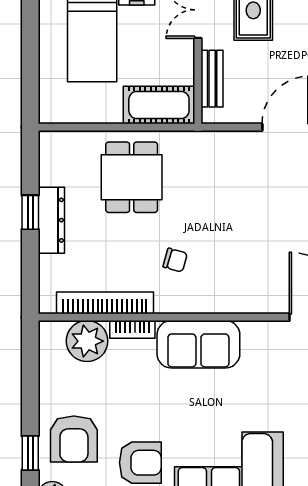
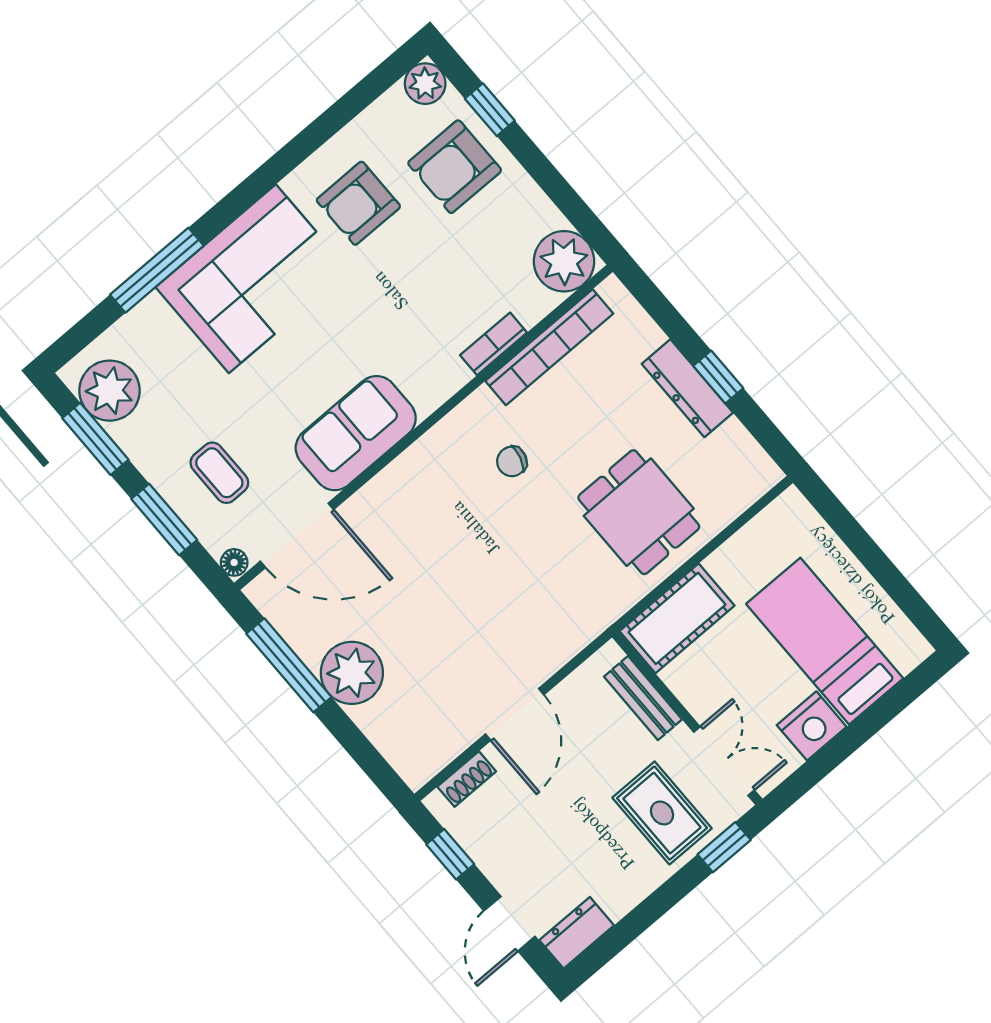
plant: (87, 341) -> (564, 261), moved
sofa: (198, 344) -> (356, 433), moved
armchair: (74, 439) -> (455, 167), turned -90

